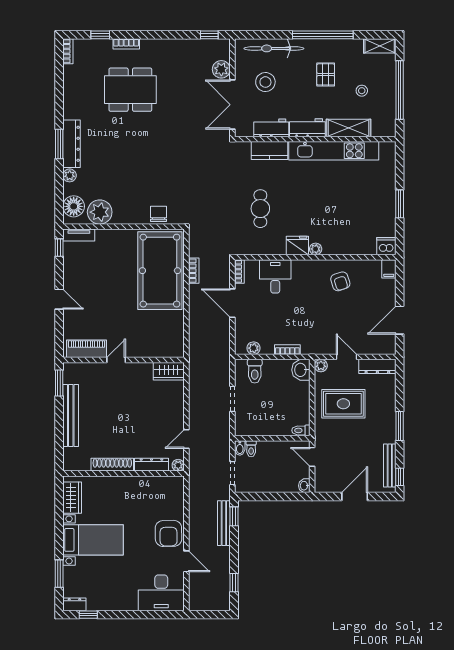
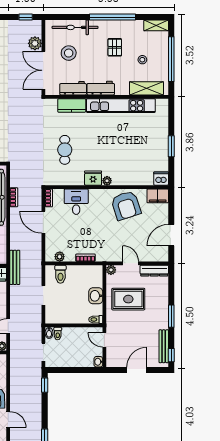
shelving: (348, 128) -> (146, 88), moved
filing cabinet: (389, 269) -> (158, 196), width x2.00
armchair: (340, 281) -> (126, 205), width x1.88, depth x1.88
washbasin: (301, 370) -> (96, 296), moved
bench: (224, 523) -> (15, 267), moved

